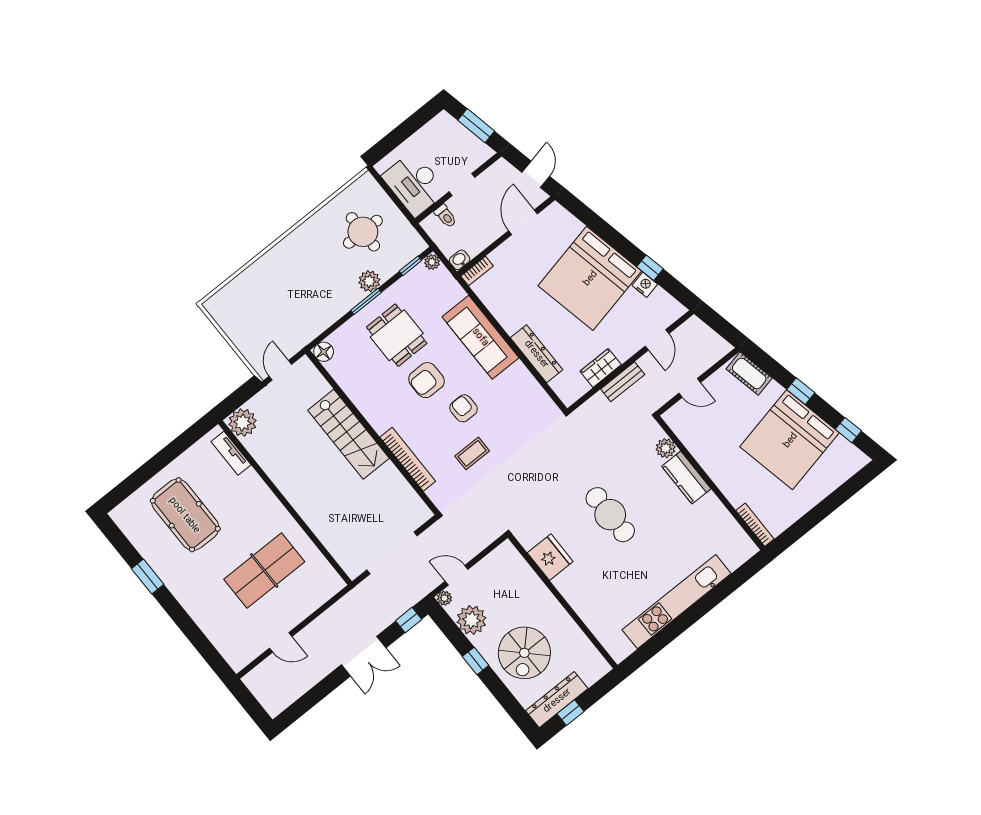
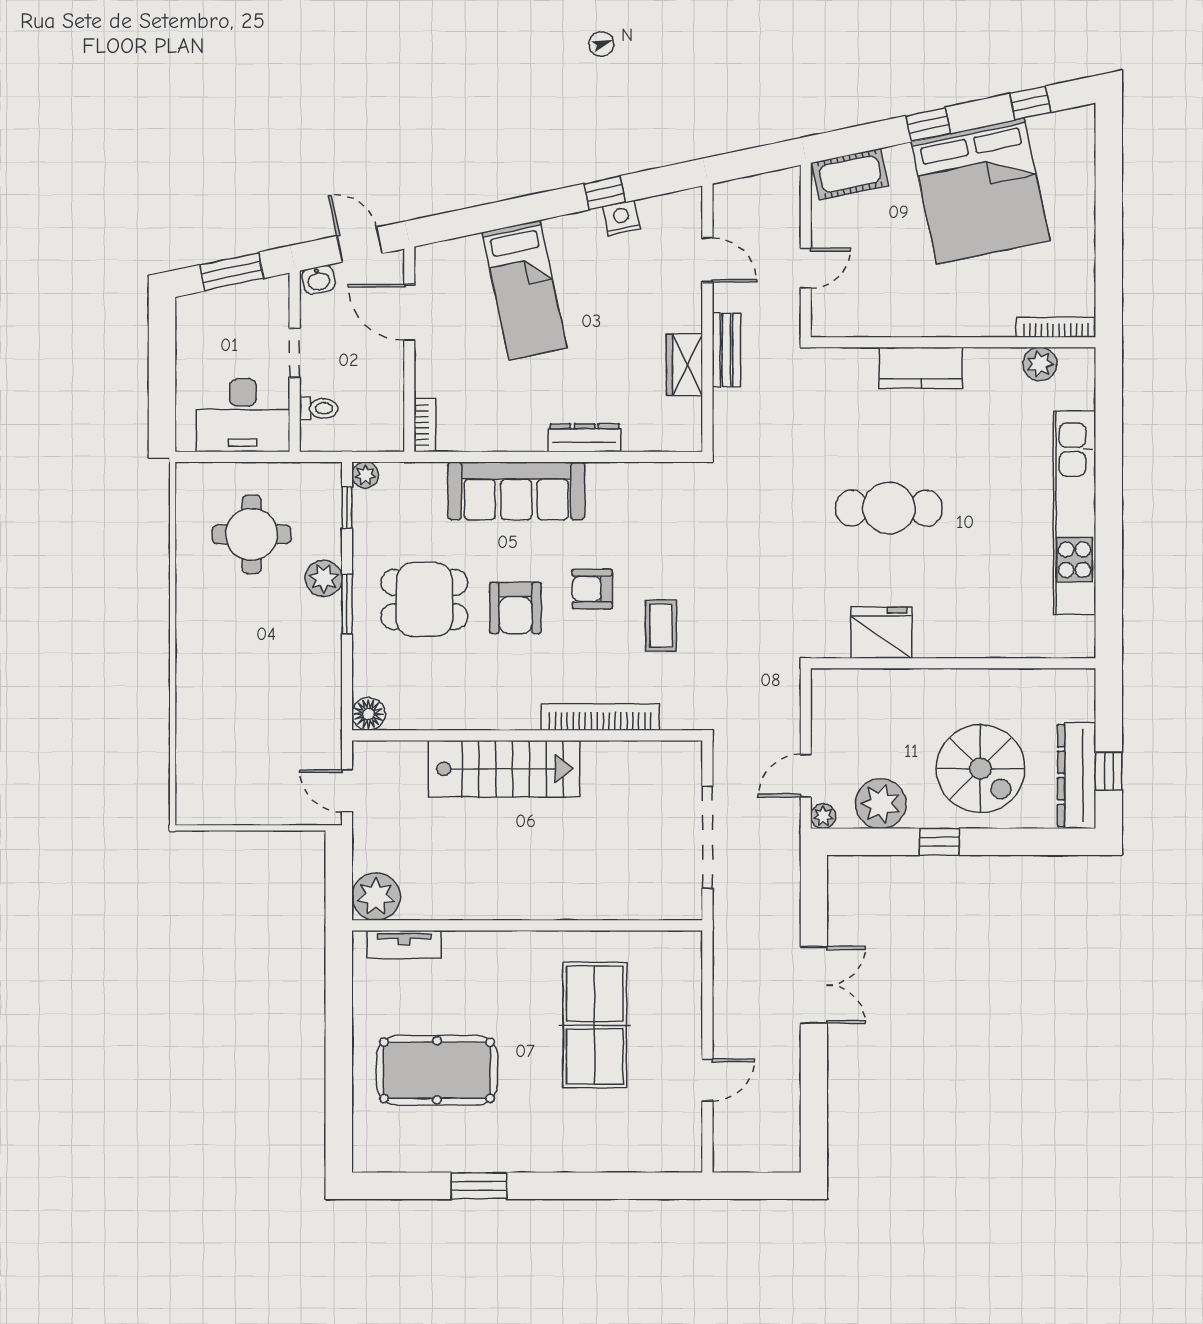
washbasin: (460, 260) -> (319, 280), moved, turned -102
bed: (590, 278) -> (524, 290), width x0.49
dresser: (537, 354) -> (584, 438), width x0.73, depth x0.80
plant: (666, 448) -> (1040, 364), moved
window: (409, 620) -> (814, 887), removed

